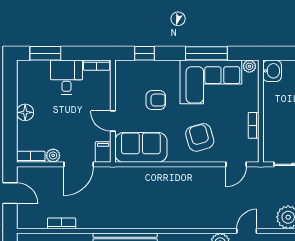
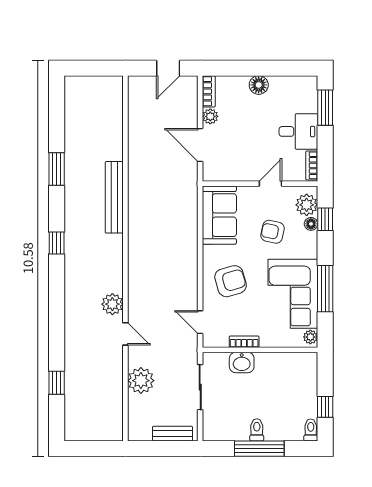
floor lamp: (149, 66) -> (311, 224), added
plant: (132, 70) -> (307, 205), added
washbasin: (272, 71) -> (242, 362), moved
armchair: (156, 100) -> (273, 232), turned 102
door: (113, 121) -> (270, 184), moved
filing cabinet: (103, 152) -> (214, 173), removed
bookcase: (62, 223) -> (134, 126), removed

